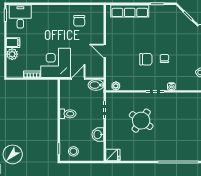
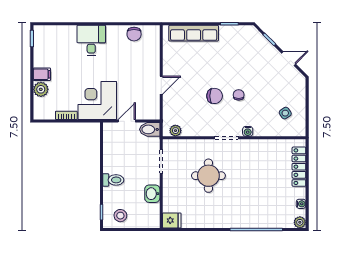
desk: (20, 16) -> (91, 40), moved
chair: (79, 21) -> (134, 34), moved
door: (105, 51) -> (161, 85), swing flipped
toilet: (68, 114) -> (113, 180), moved
round table: (141, 121) -> (208, 176), turned -34

